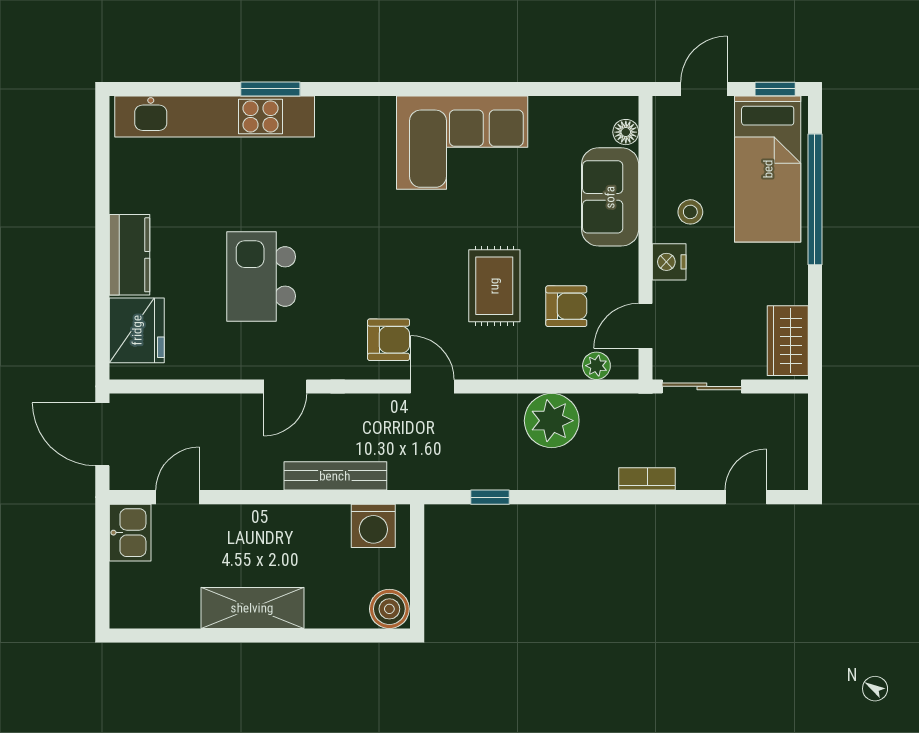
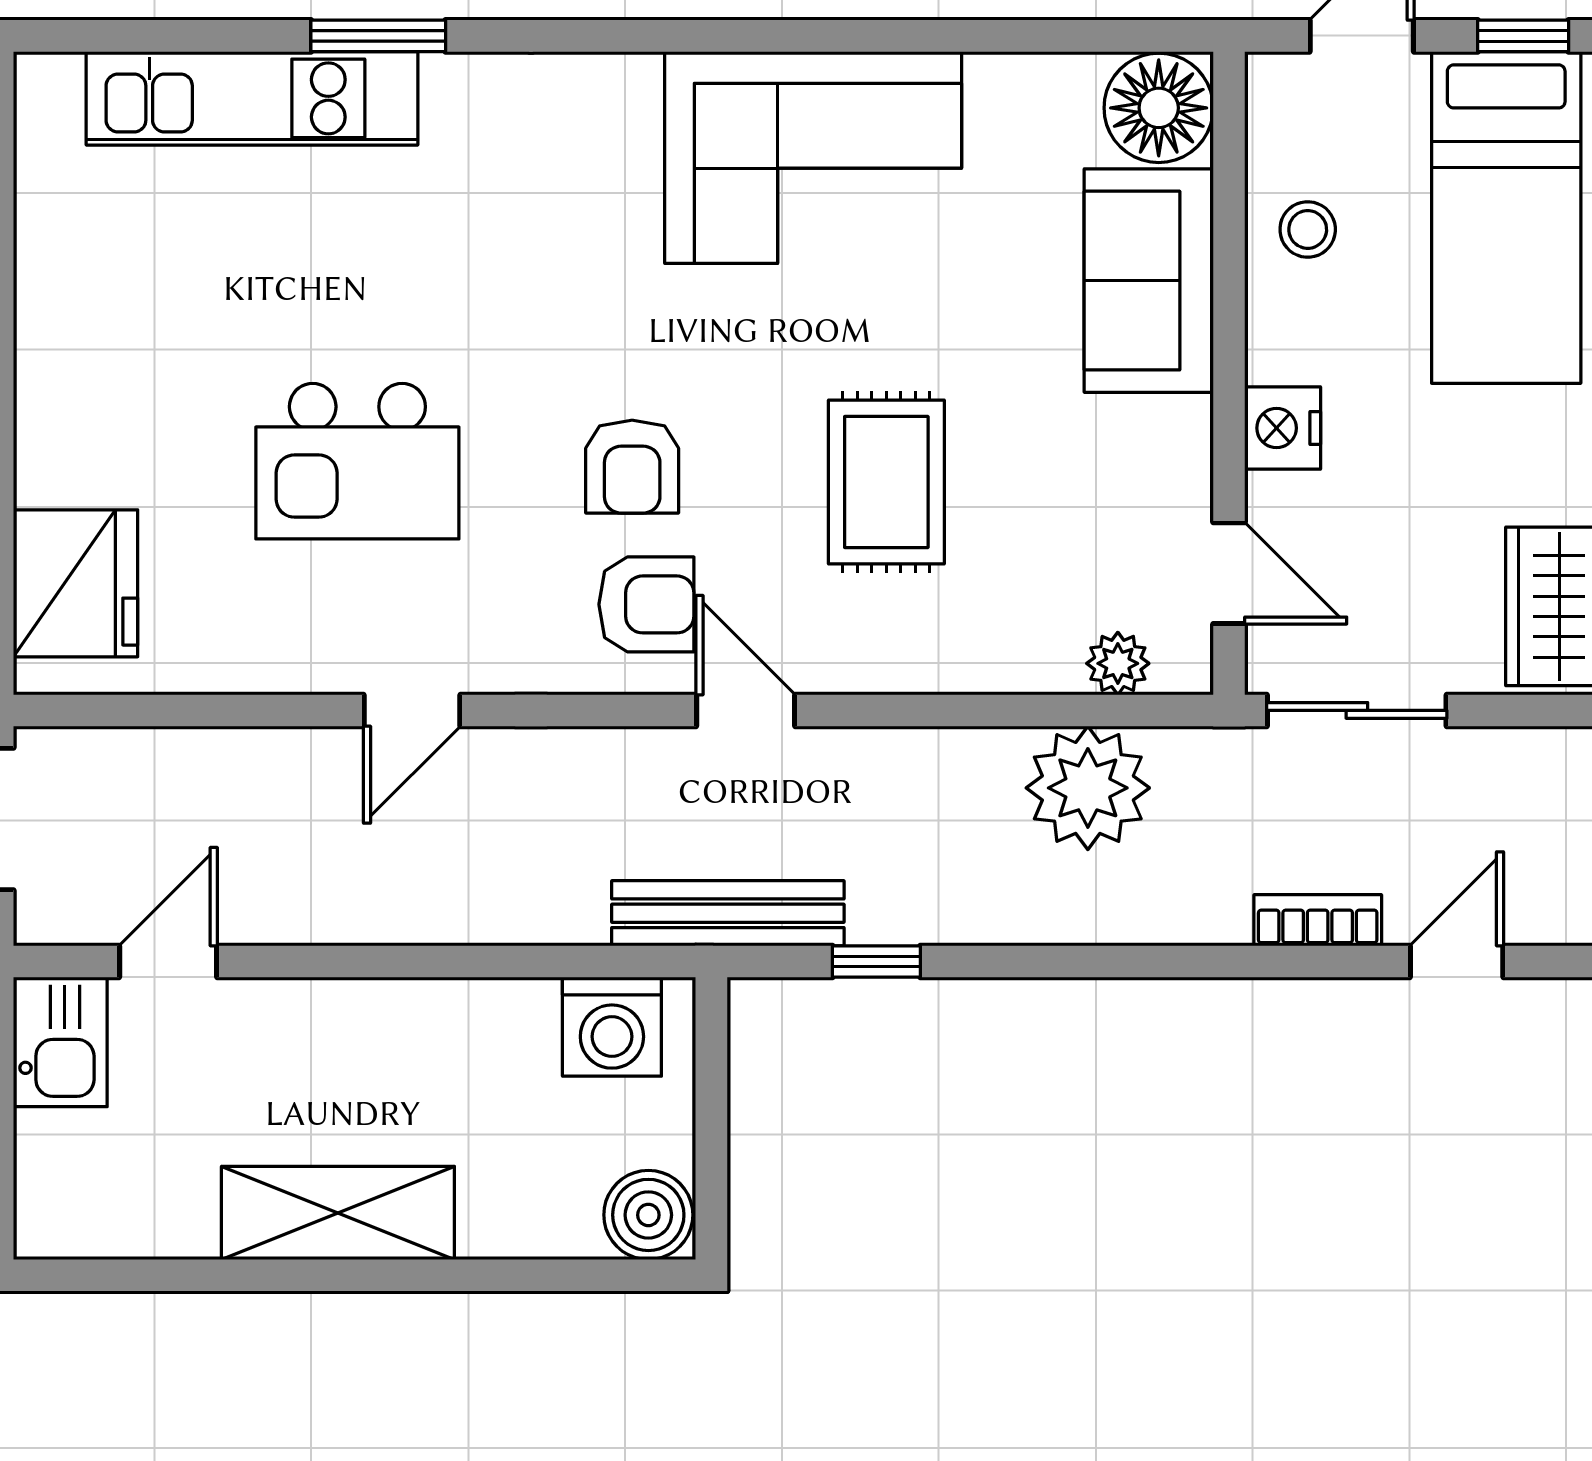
kitchen unit: (215, 116) -> (252, 98), width x0.73
floor lamp: (626, 132) -> (1159, 108), width x1.89, depth x1.89
stool: (690, 212) -> (1308, 229), moved
kitchen counter: (130, 255) -> (59, 412), removed
kitchen island: (261, 276) -> (357, 461), turned -90
armchair: (566, 306) -> (632, 467), moved, turned 90
door: (645, 326) -> (1229, 573), swing flipped
plant: (552, 421) -> (1088, 788), moved
bench: (335, 476) -> (728, 913), moved
bookcase: (647, 479) -> (1318, 920), moved

